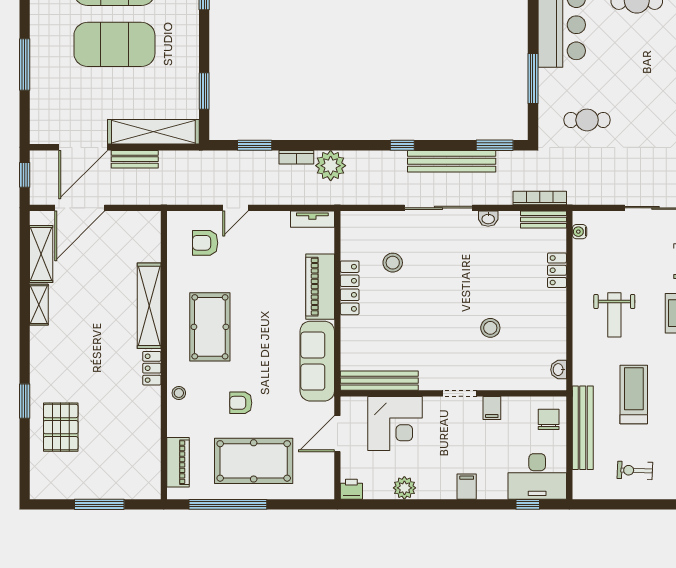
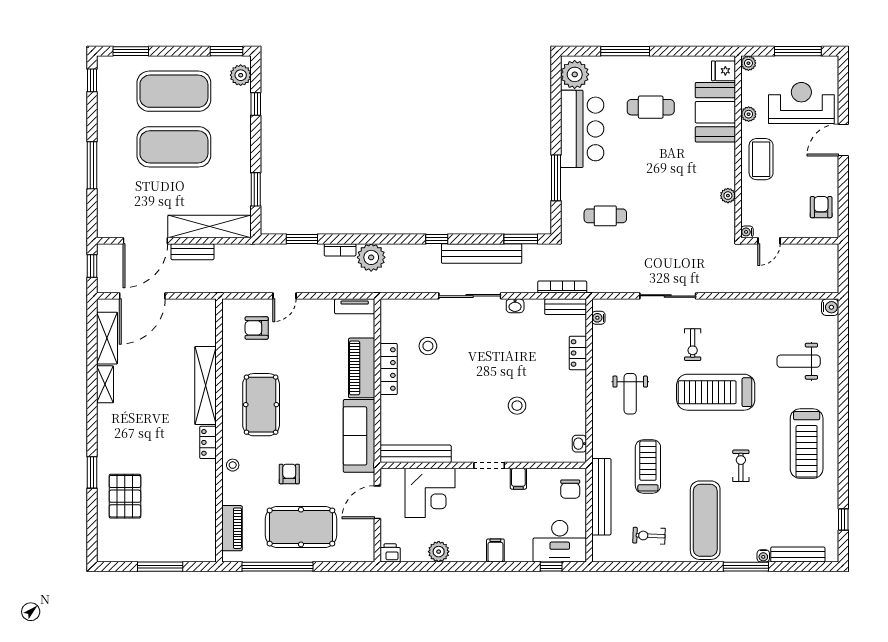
armchair: (241, 403) -> (289, 474), turned 90
chair: (549, 419) -> (570, 489), turned 180

